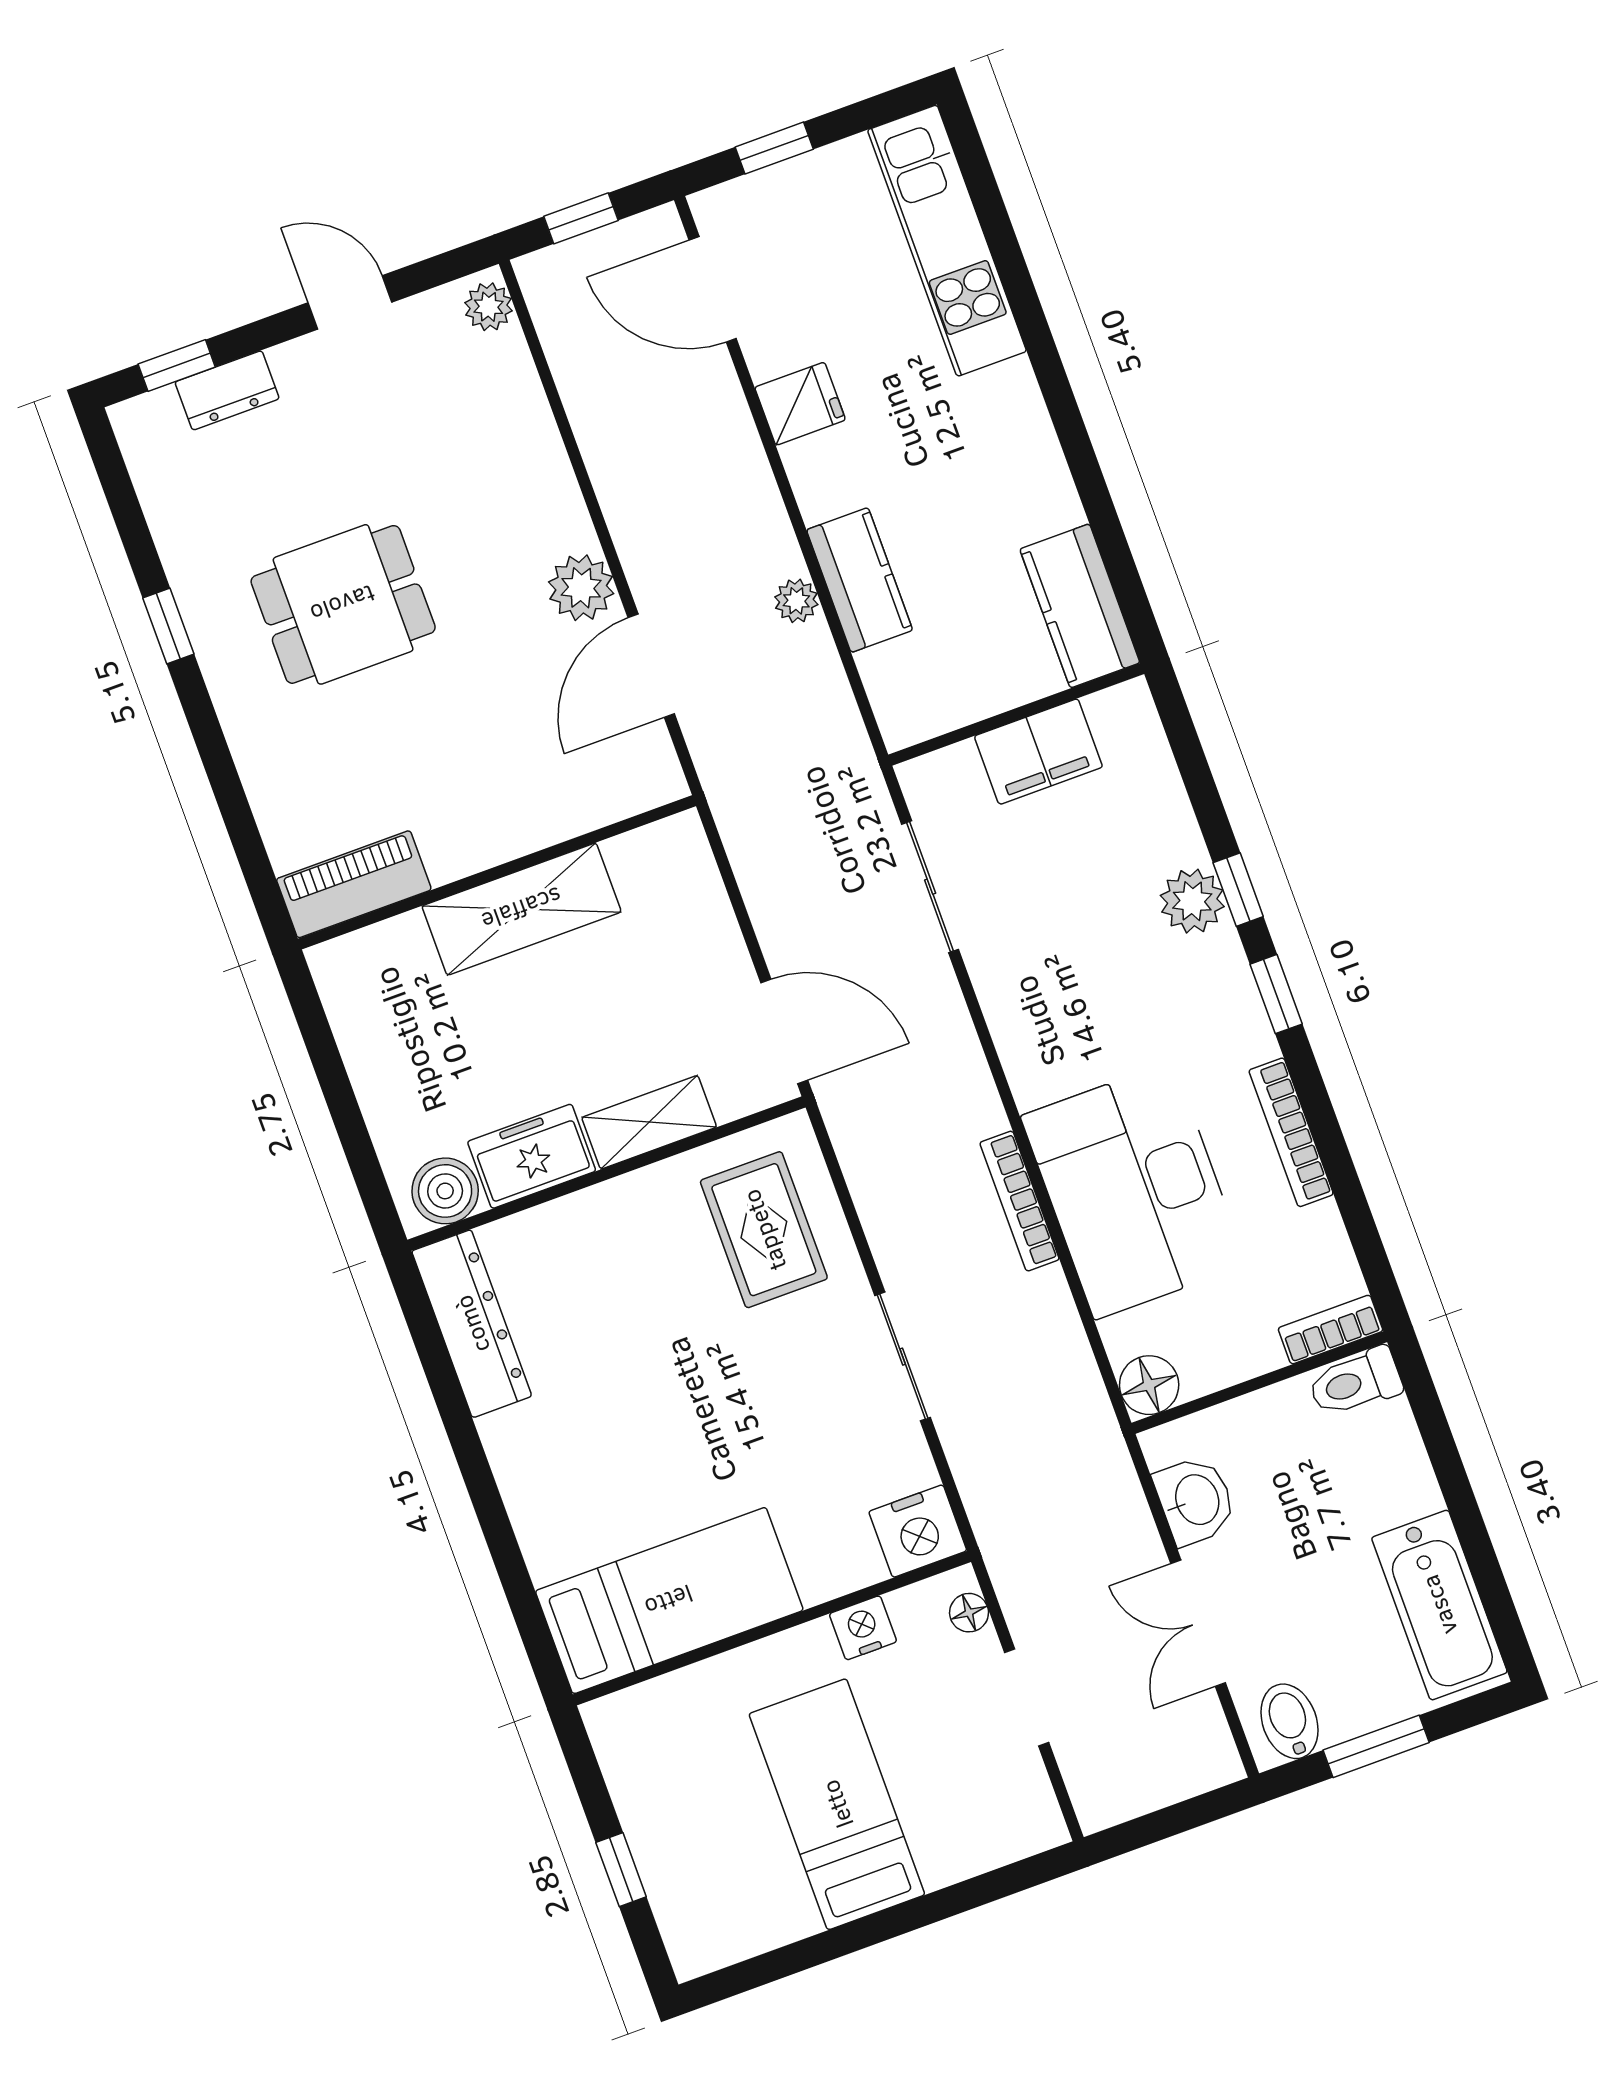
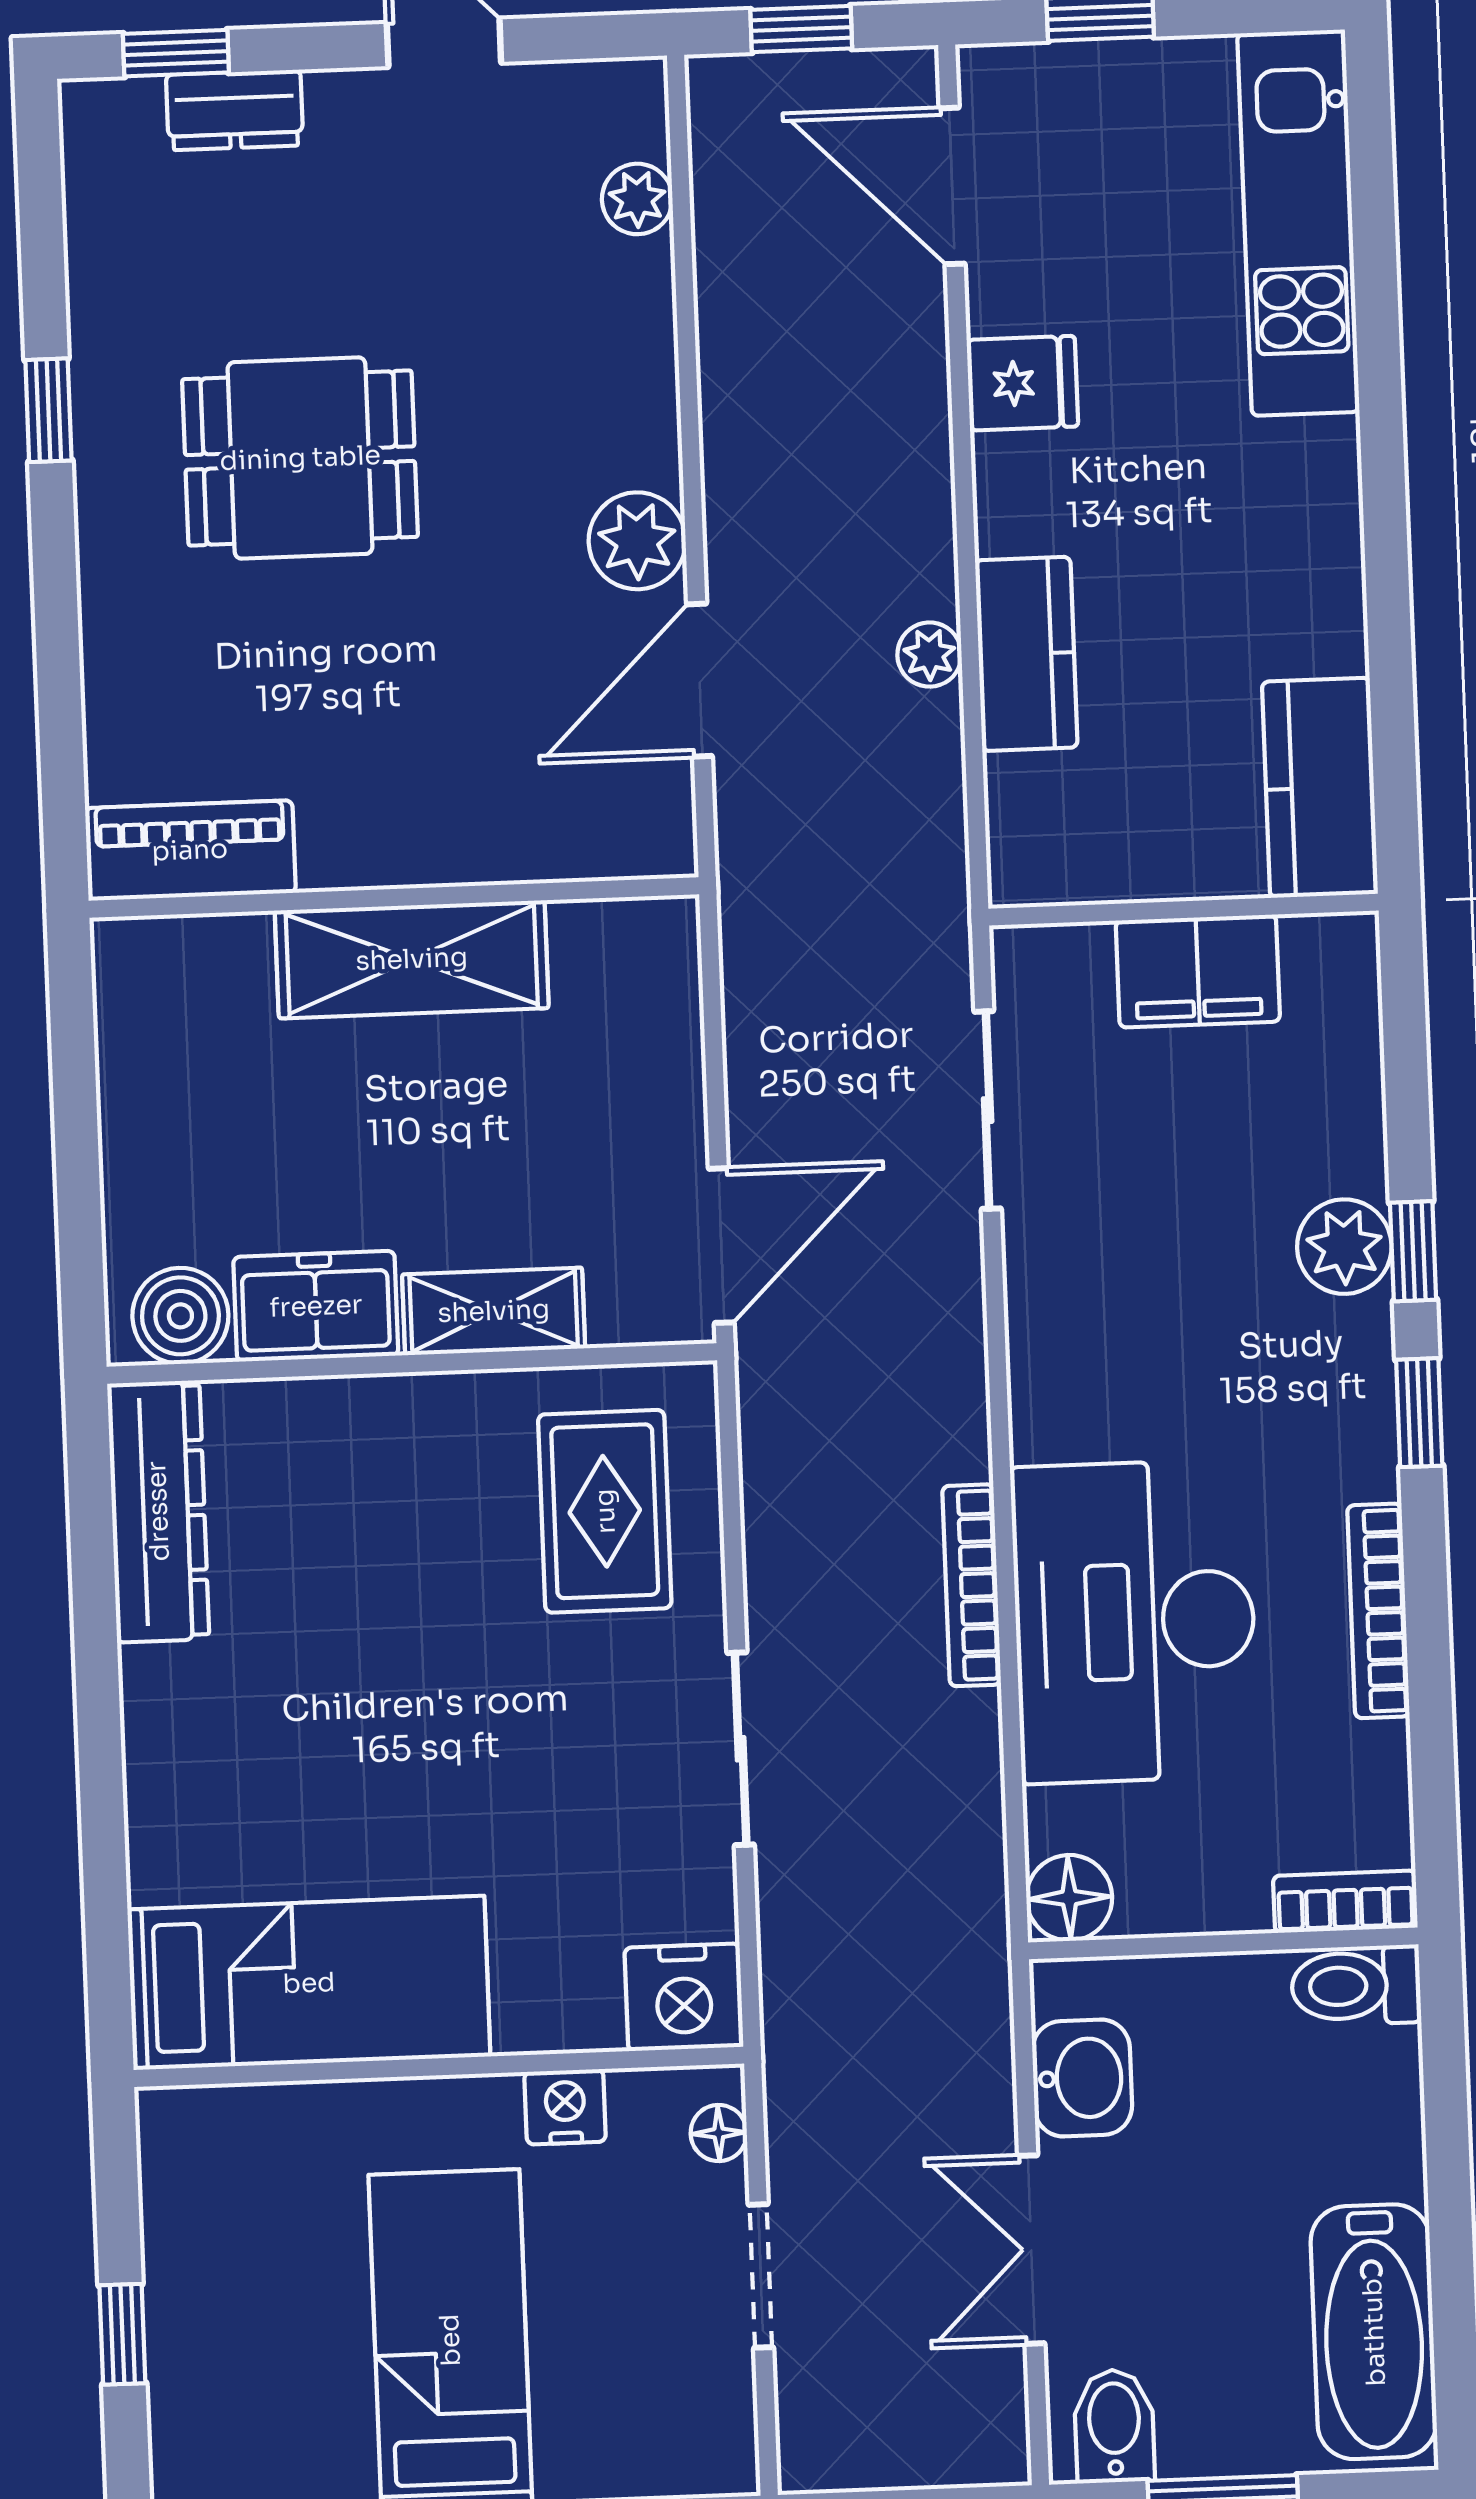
plant: (488, 307) -> (637, 199), moved
door: (784, 1031) -> (721, 1246), hinge flipped

